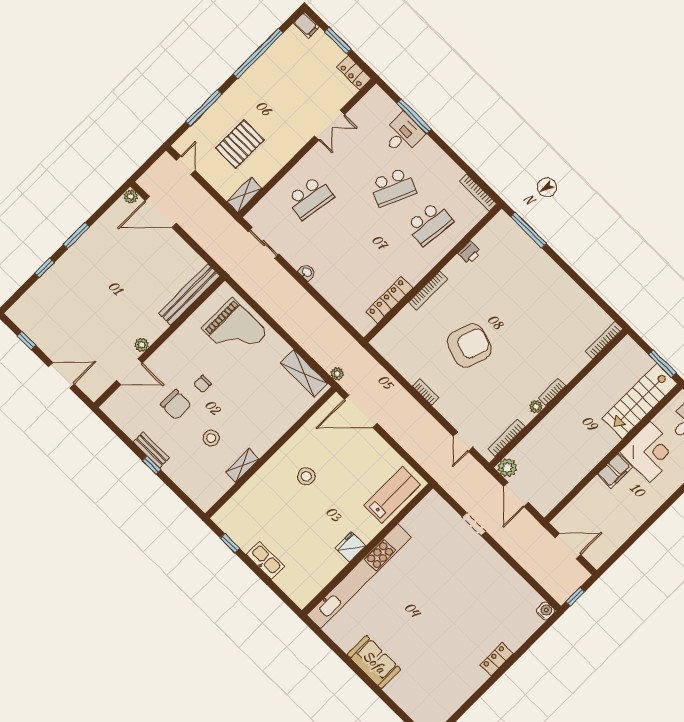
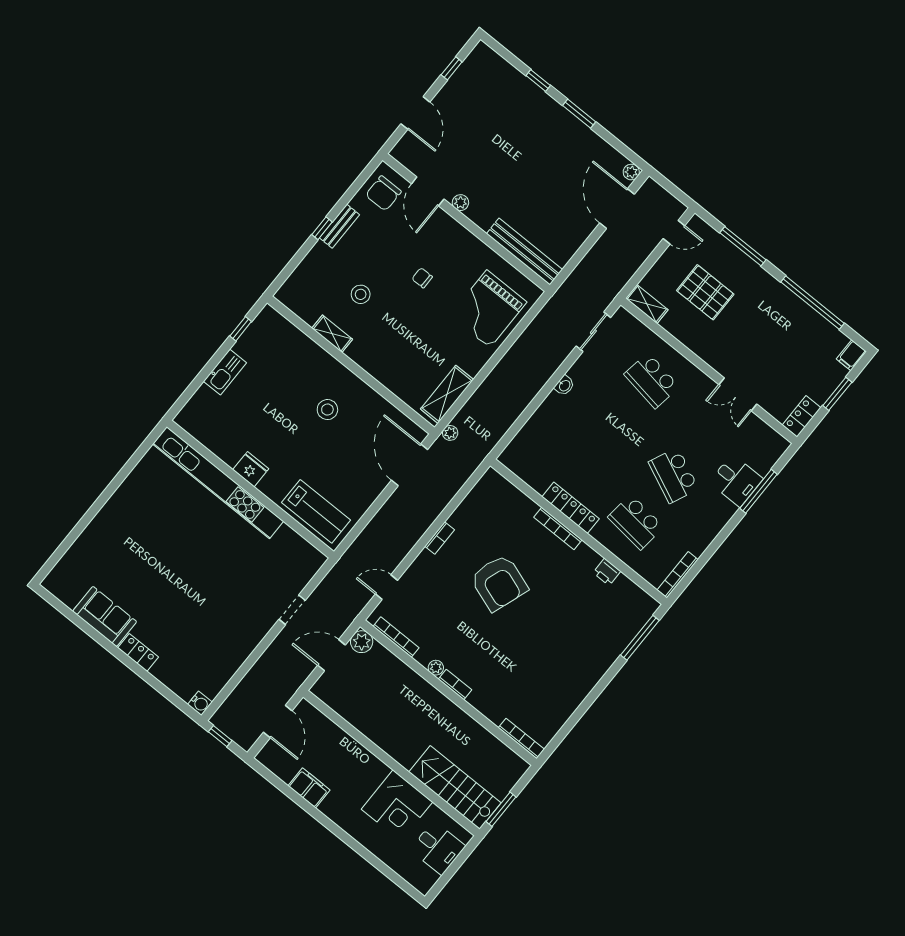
locker: (389, 300) -> (571, 508), moved
chair: (176, 405) -> (383, 193), moved
filing cabinet: (615, 471) -> (309, 788), moved, turned 180
sofa: (374, 662) -> (105, 616), moved, turned -90

